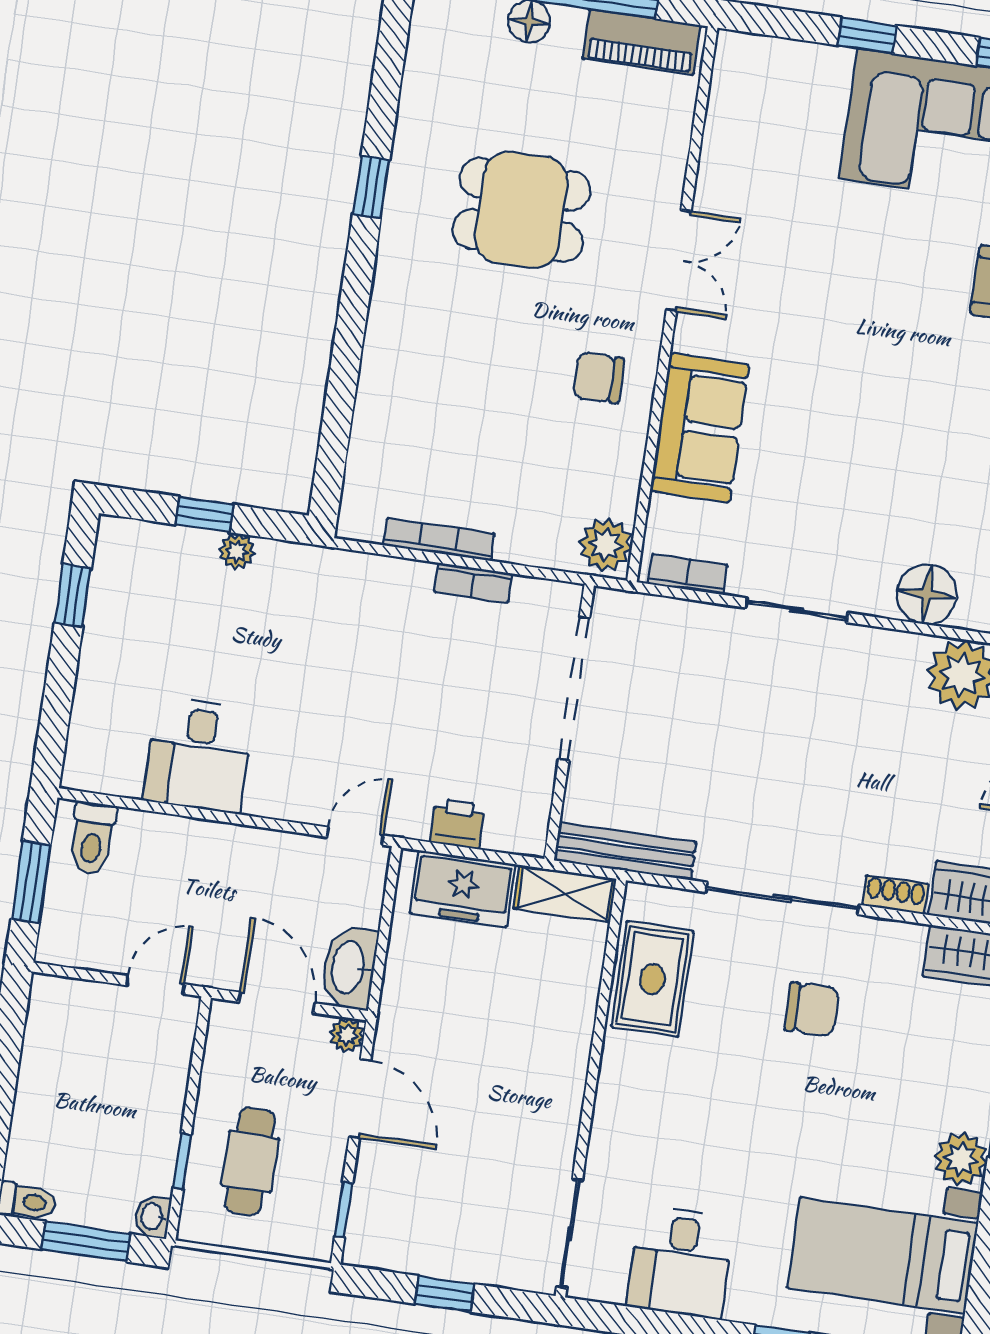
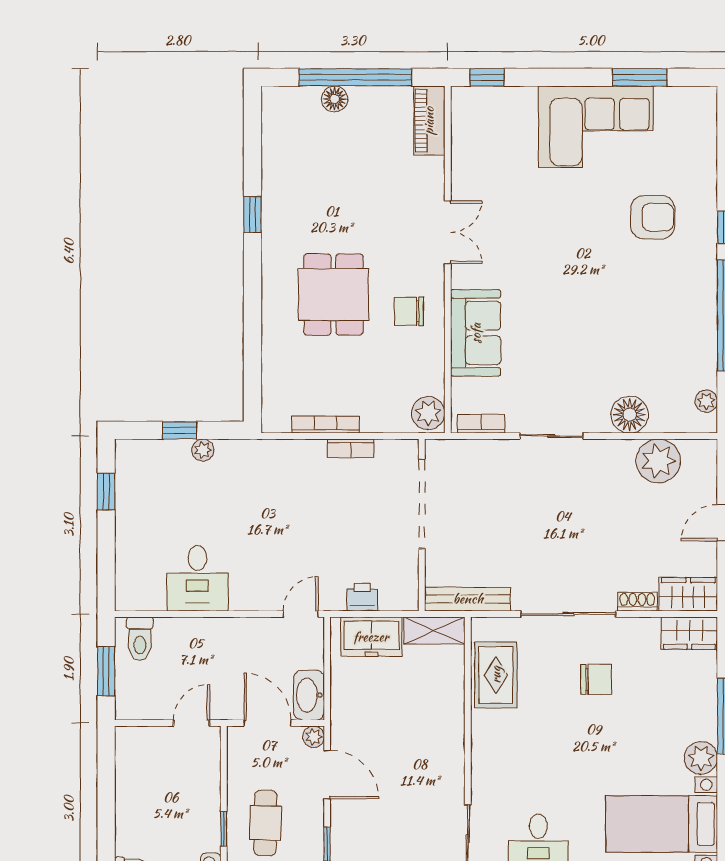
window: (867, 35) -> (487, 77), moved
piano: (642, 42) -> (429, 121), moved, turned 90
dining table: (521, 210) -> (333, 295), moved, turned 90

